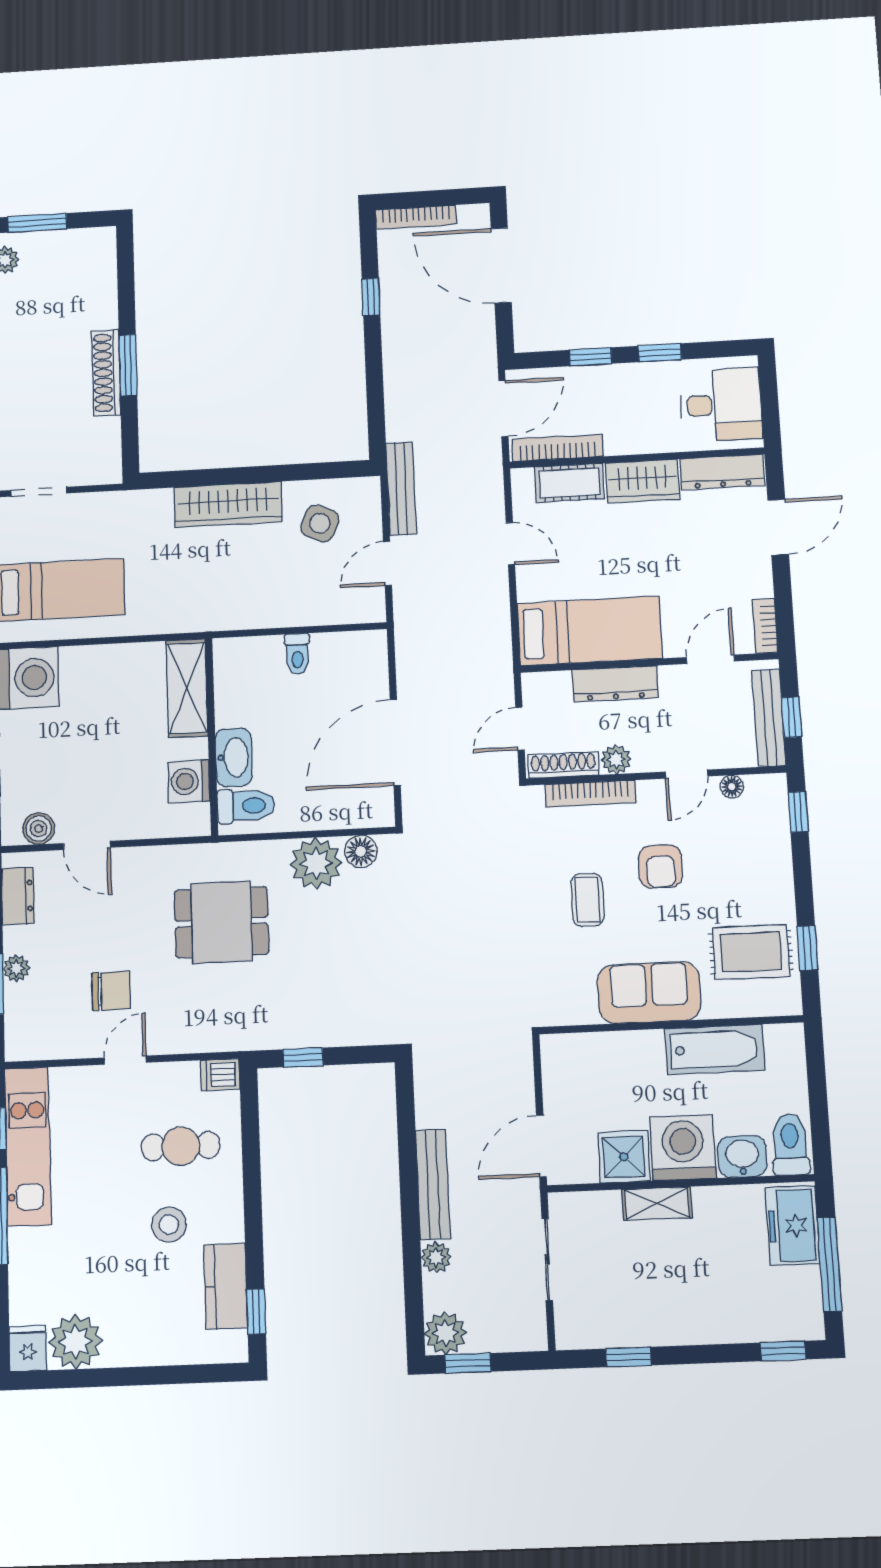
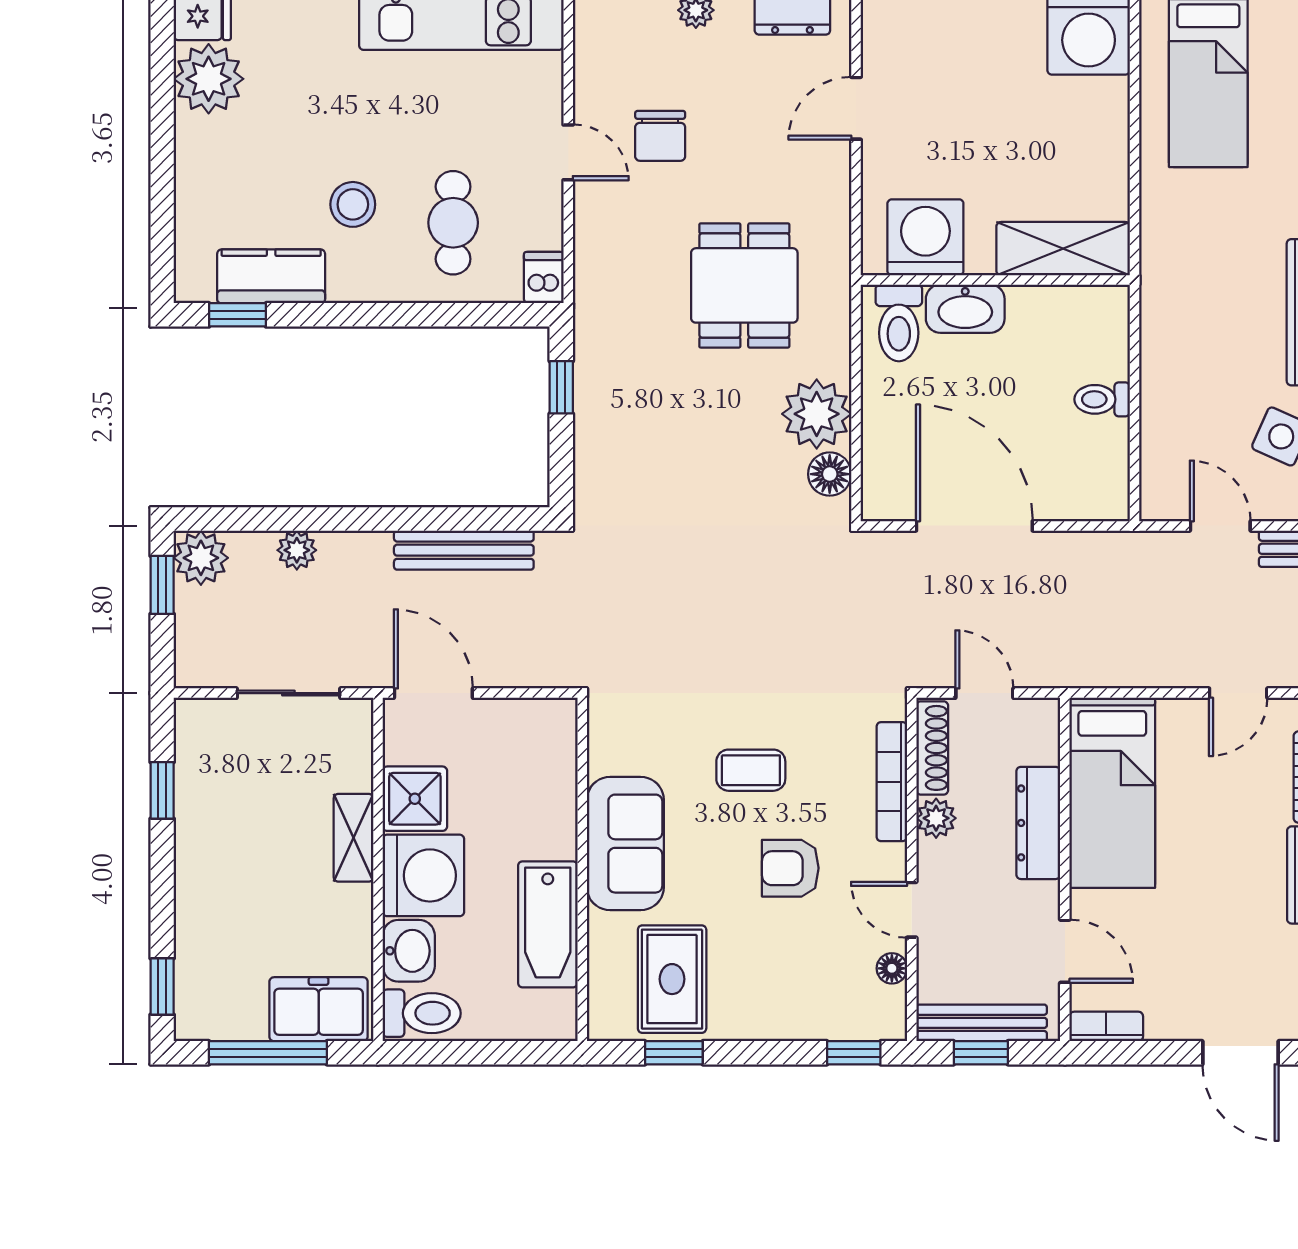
washing machine: (189, 781) -> (925, 237), width x1.37, depth x1.37
boiler: (39, 829) -> (882, 44), removed
bench: (433, 1184) -> (464, 550), moved

